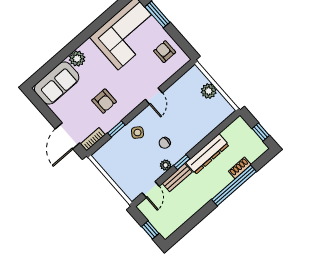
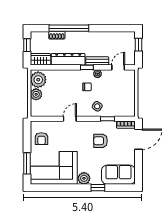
window: (66, 52) -> (98, 188), added
plant: (77, 59) -> (84, 178), moved
armchair: (104, 101) -> (100, 141), turned -90
plant: (219, 107) -> (38, 80), added
wardrobe: (235, 130) -> (40, 59), added

